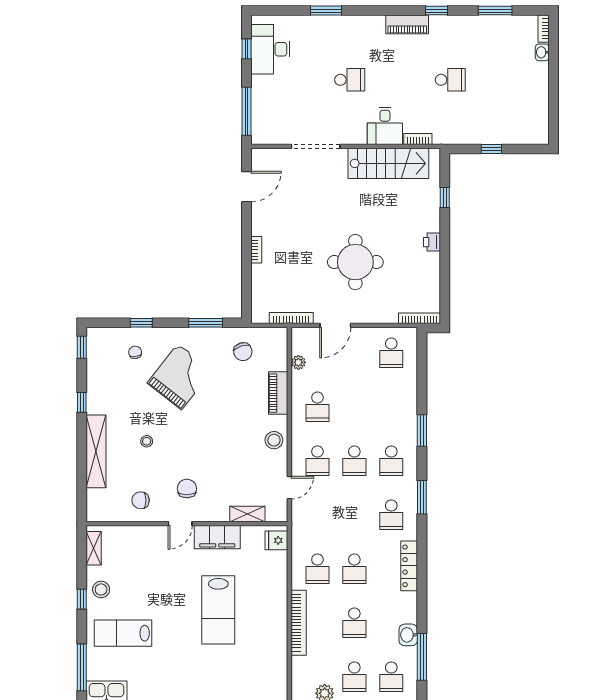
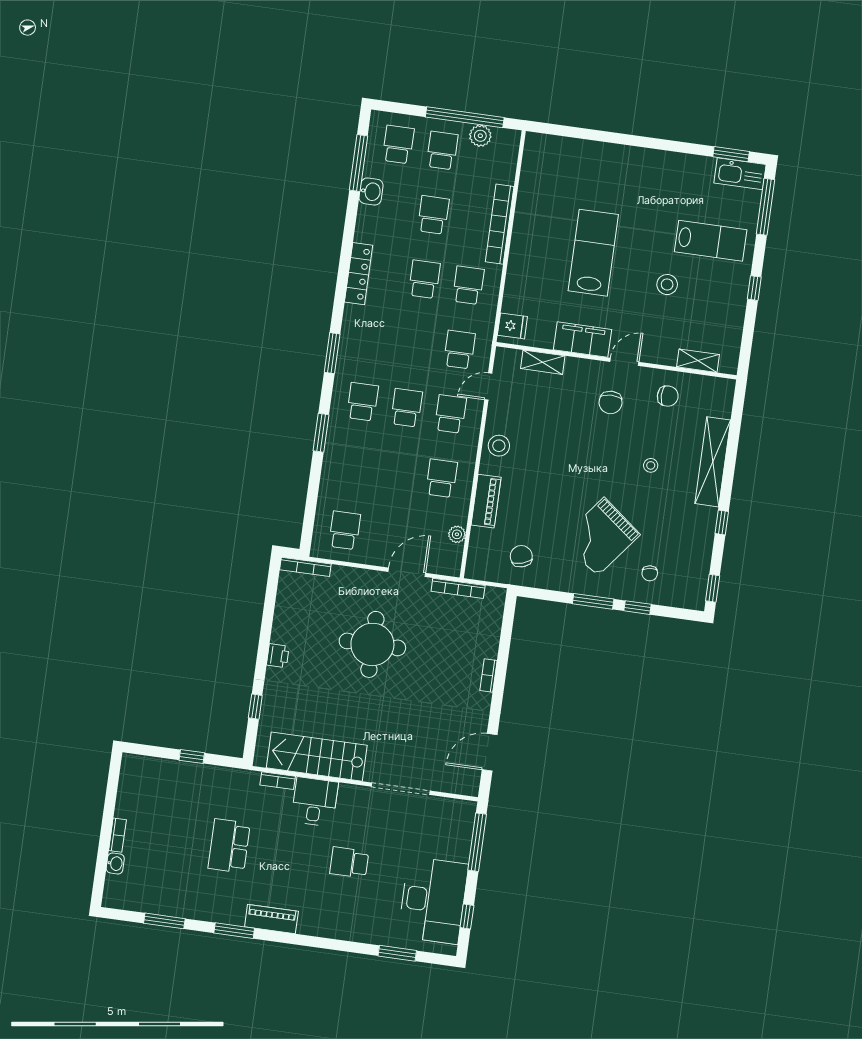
window: (326, 11) -> (397, 953), moved
window: (437, 11) -> (234, 931), width x1.50
bookcase: (544, 29) -> (117, 835), moved
desk: (270, 49) -> (433, 900), width x1.36, depth x1.30
school desk: (450, 80) -> (229, 846), width x1.85
window: (206, 323) -> (593, 601), moved
school desk: (391, 515) -> (459, 350), moved
shelving: (94, 548) -> (698, 361), moved, turned 90
stool: (101, 589) -> (667, 285), moved

